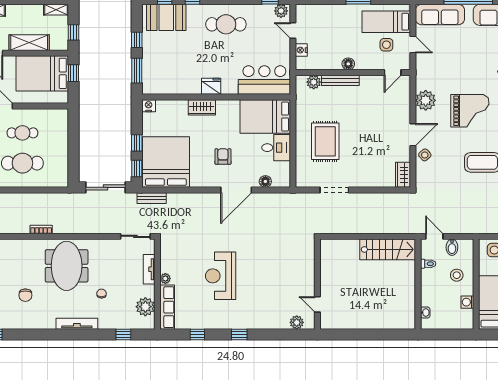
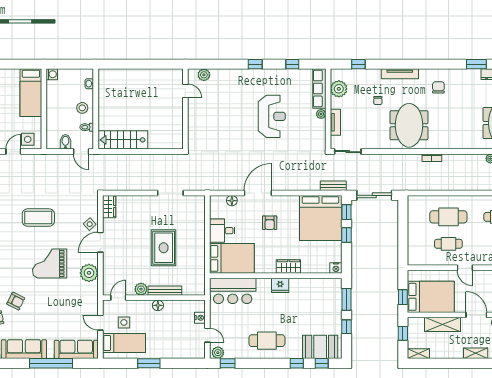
plant: (314, 82) -> (141, 289), moved
rug: (325, 141) -> (164, 248), moved
stool: (457, 275) -> (82, 108), moved
chair: (25, 295) -> (438, 87), moved
washing machine: (467, 302) -> (52, 74), moved

